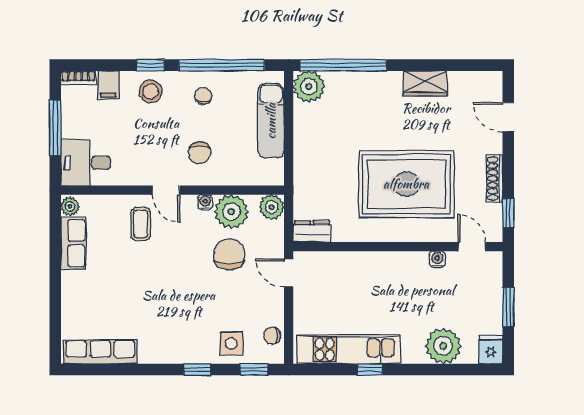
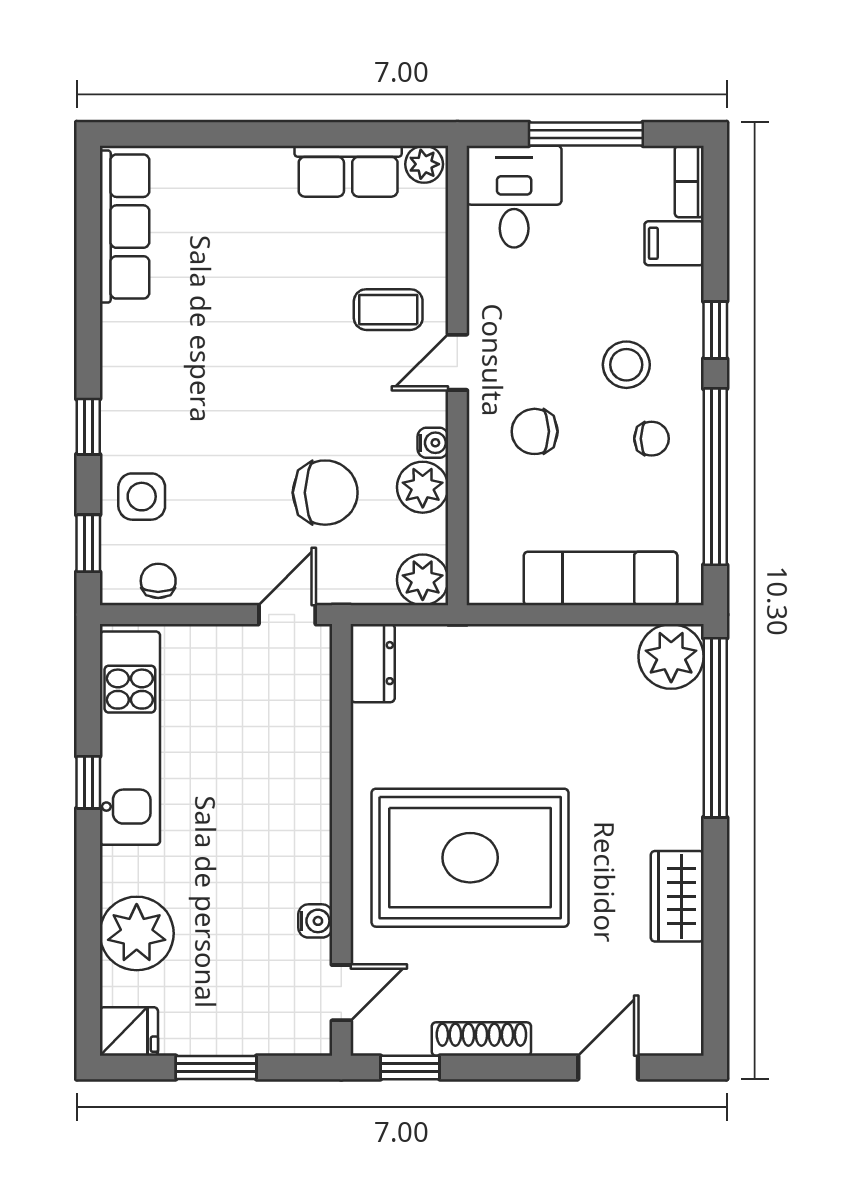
stool: (151, 91) -> (626, 365), moved
rug: (406, 184) -> (470, 858), turned 90
plant: (231, 212) -> (423, 487), width x0.73, depth x0.73

